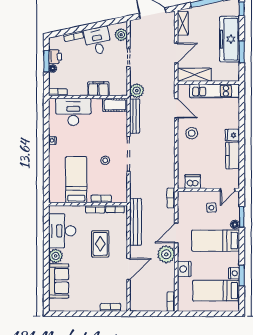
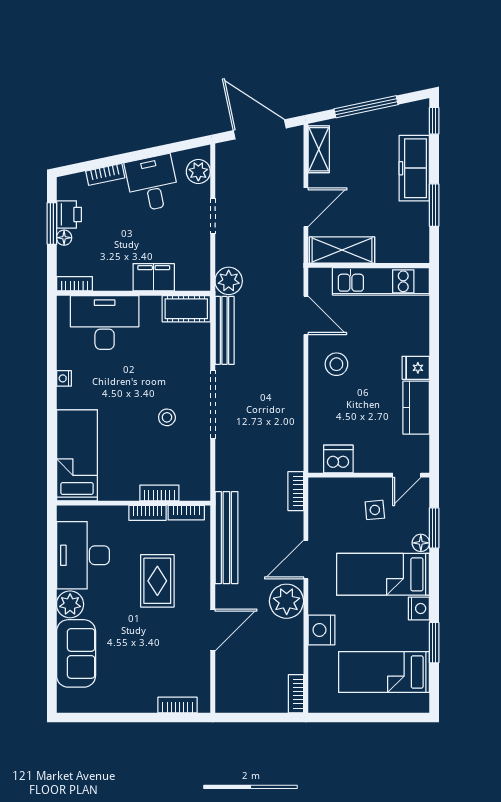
freezer: (230, 39) -> (414, 168), width x0.73, depth x0.79
bed: (76, 180) -> (77, 455), moved
nightstand: (234, 273) -> (419, 609), moved

